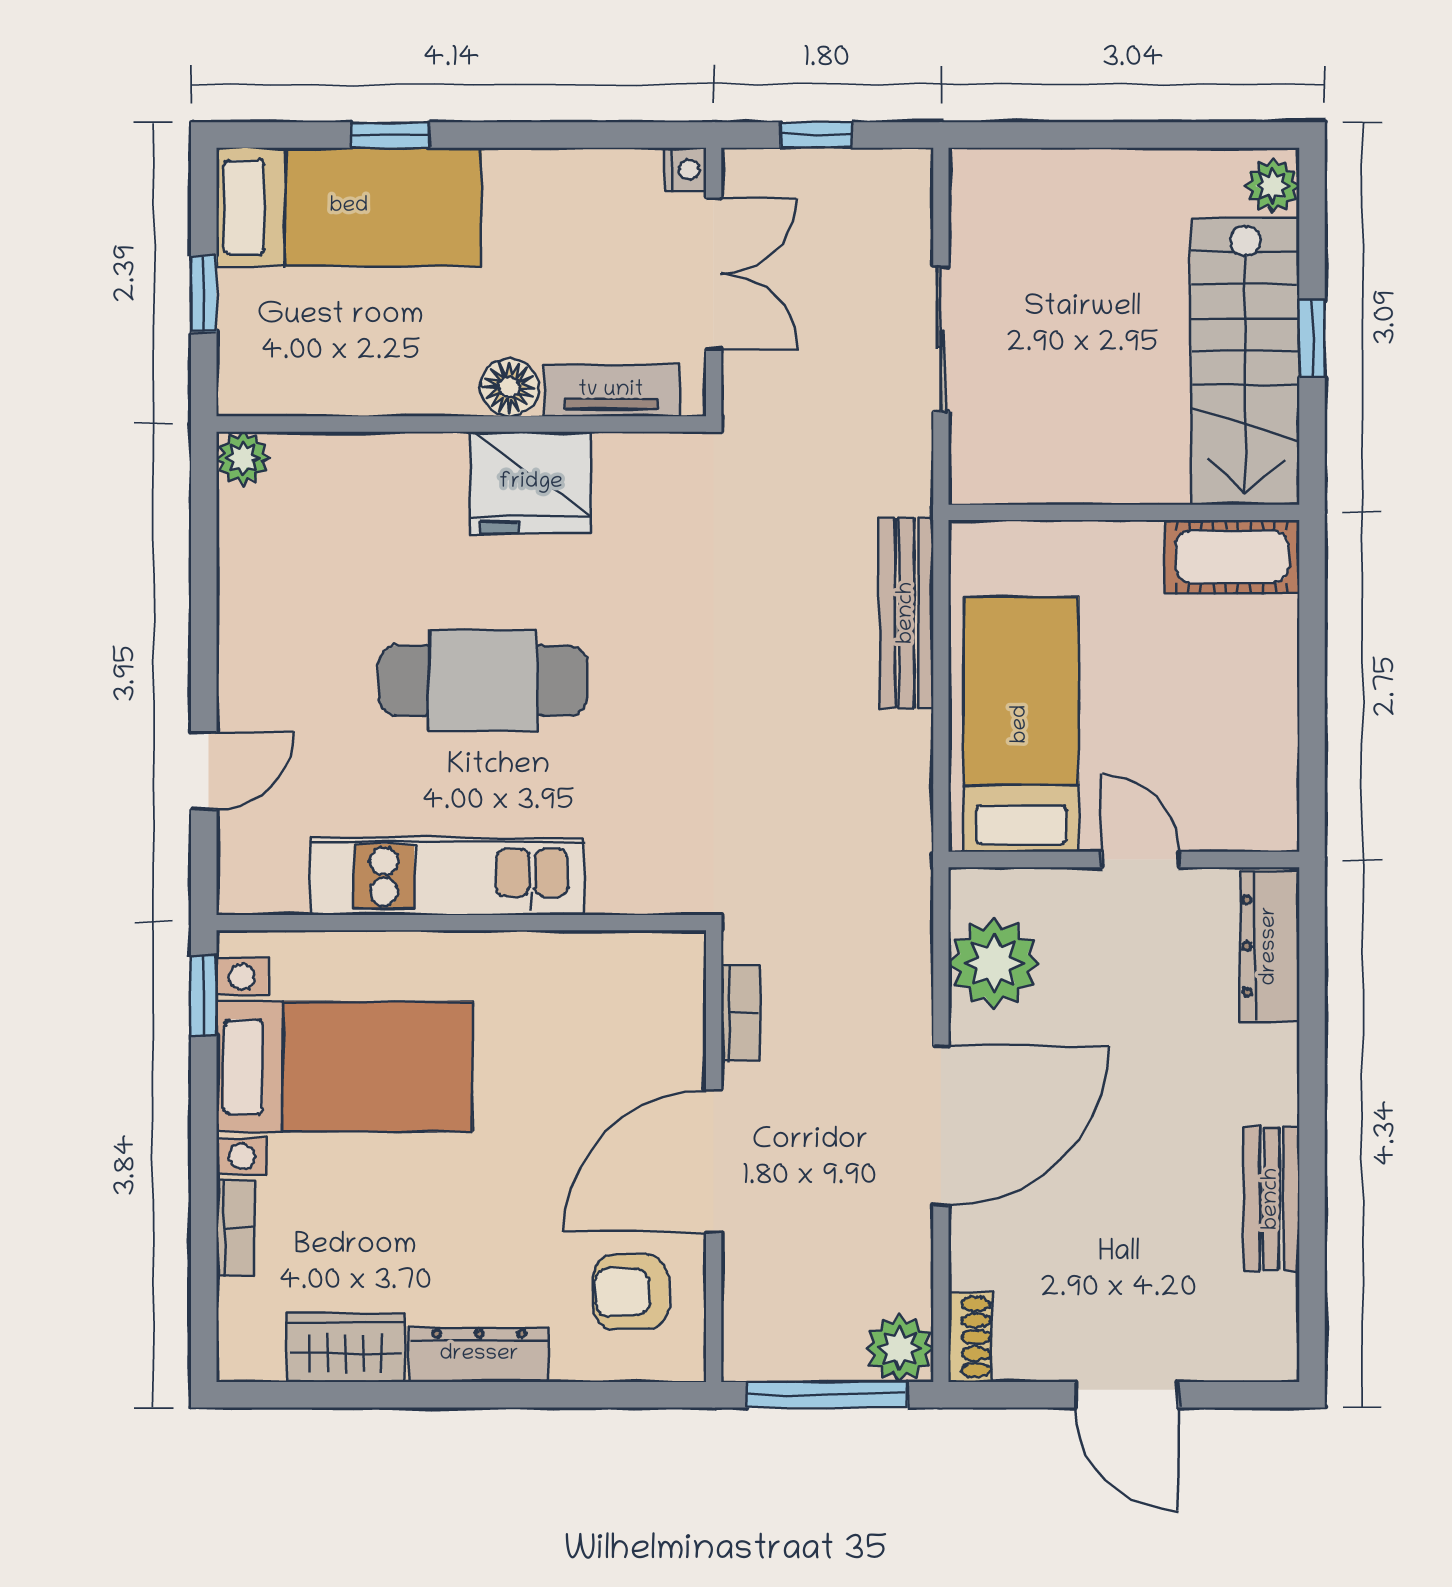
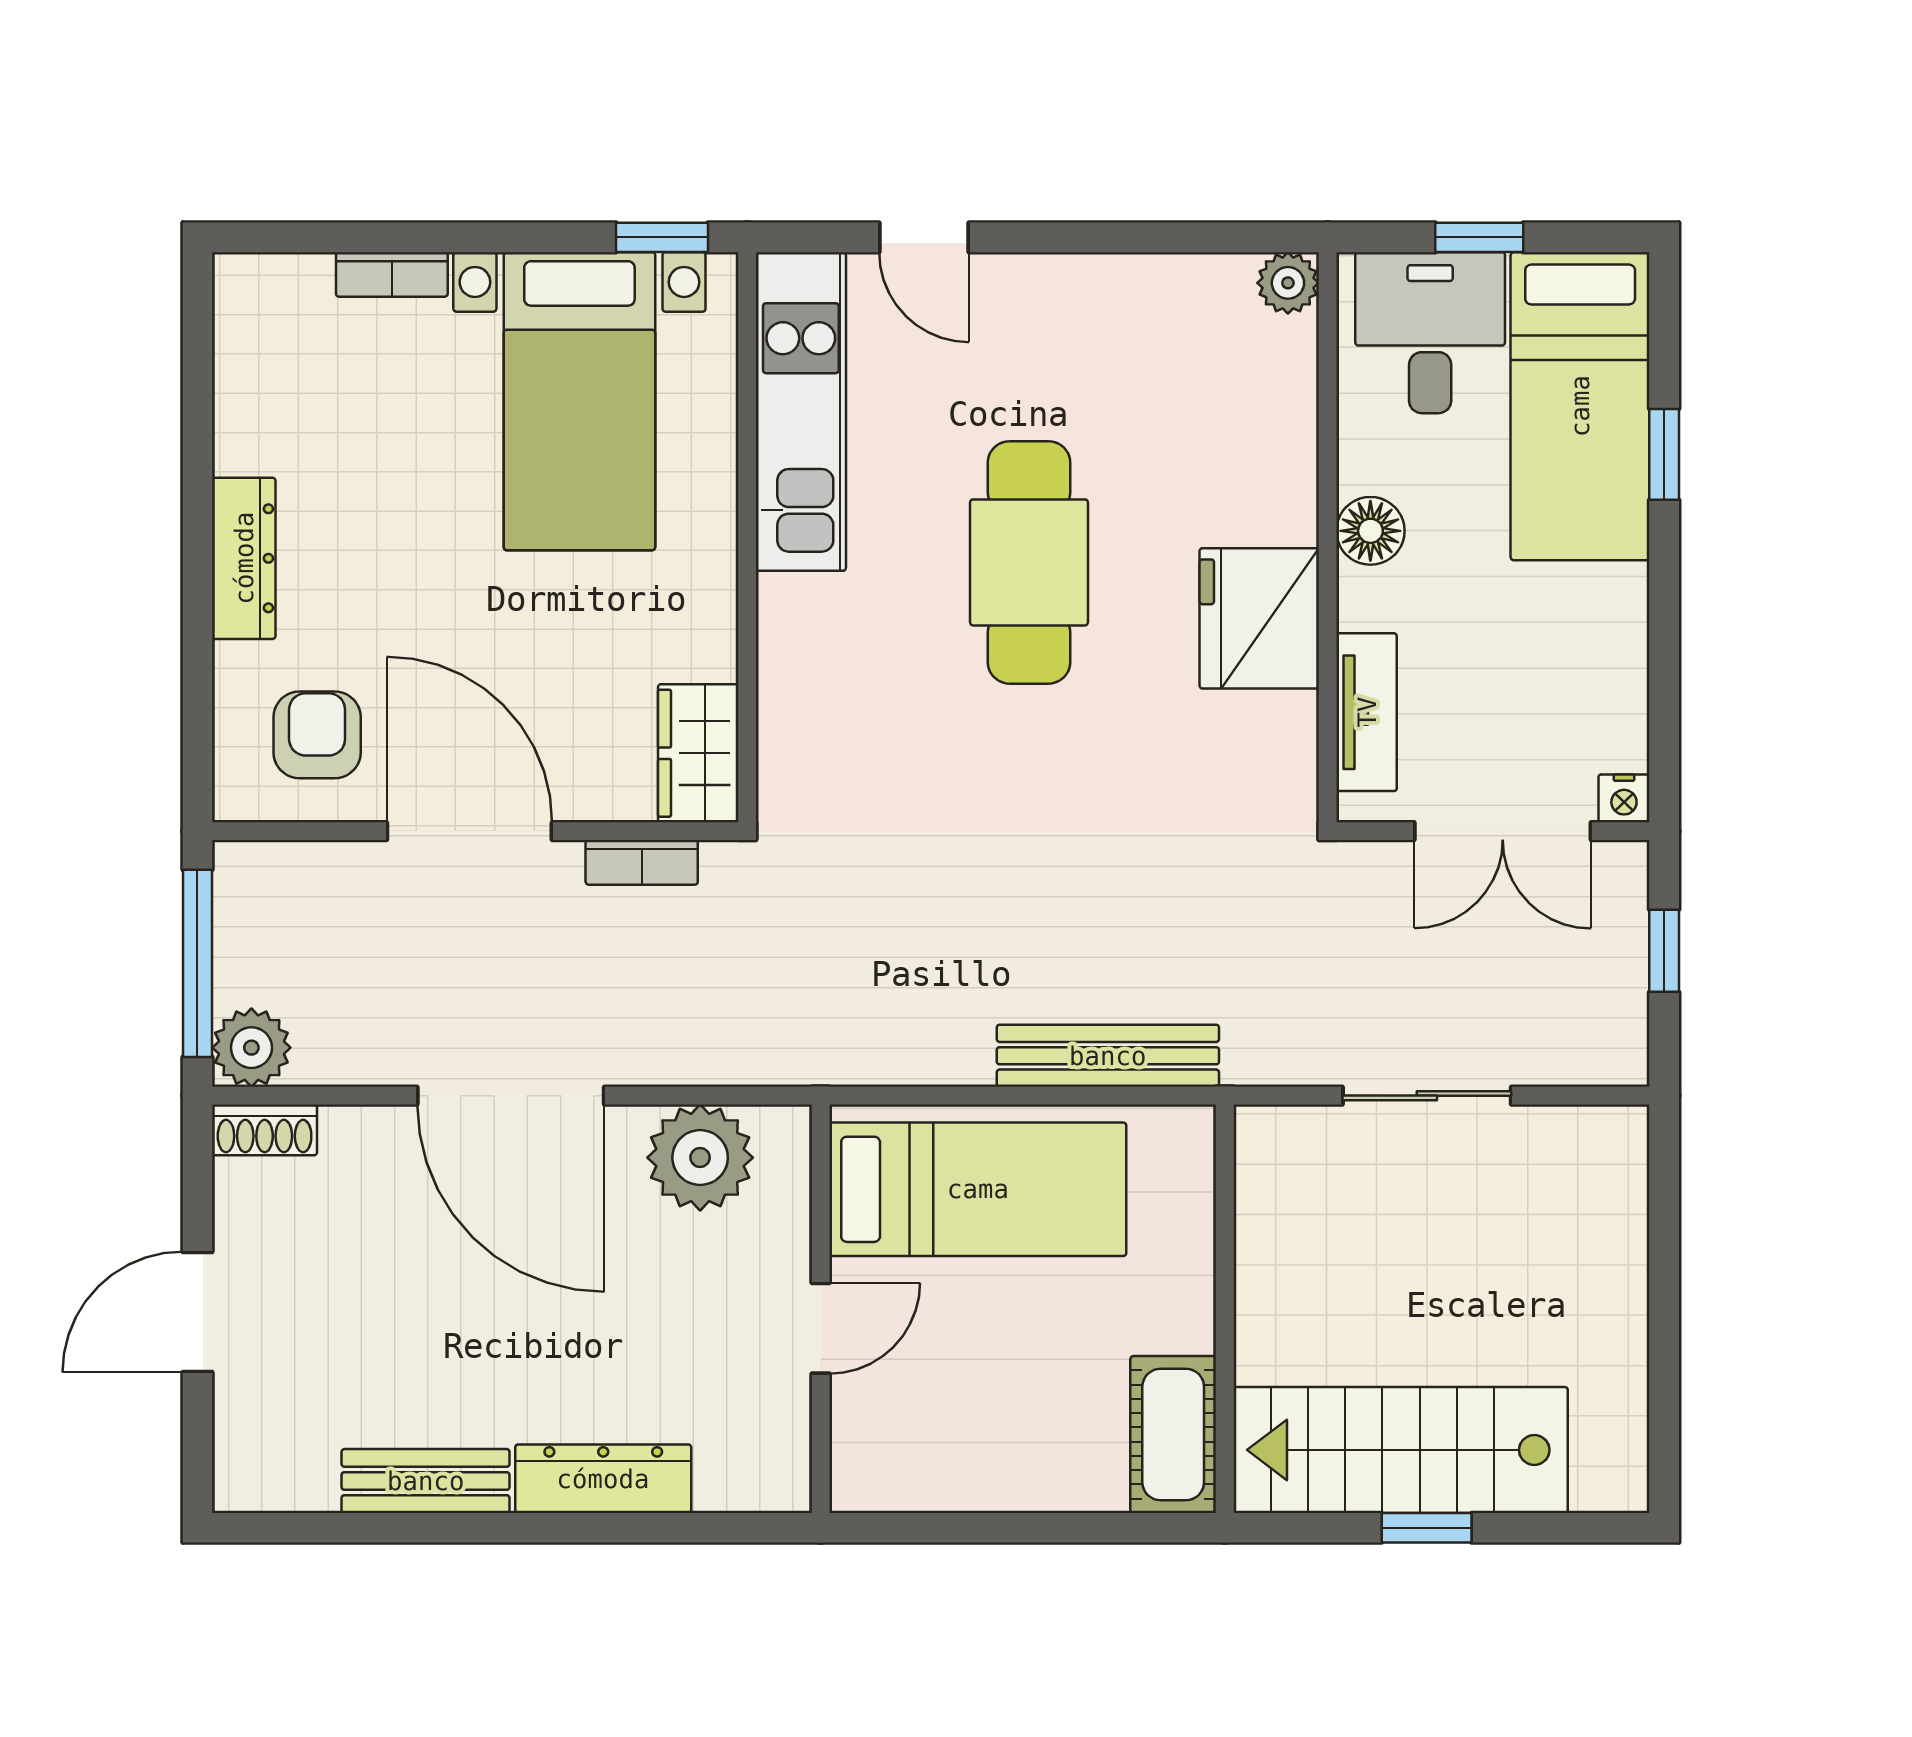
plant: (1273, 186) -> (1605, 1482), removed
desk: (286, 336) -> (1430, 333), added
floor lamp: (509, 387) -> (1370, 531), moved
kitchen unit: (447, 876) -> (801, 412), moved
dresser: (1270, 946) -> (603, 1479), moved
wardrobe: (346, 1348) -> (698, 753), moved, turned 180

